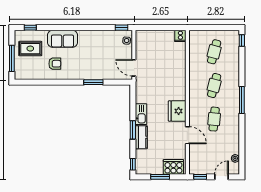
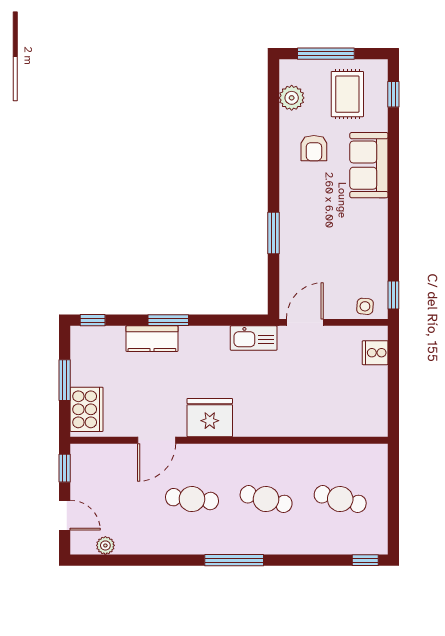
cooker: (180, 36) -> (375, 353), moved
plant: (32, 74) -> (292, 98), added
kitchen sink: (141, 114) -> (254, 338), moved

